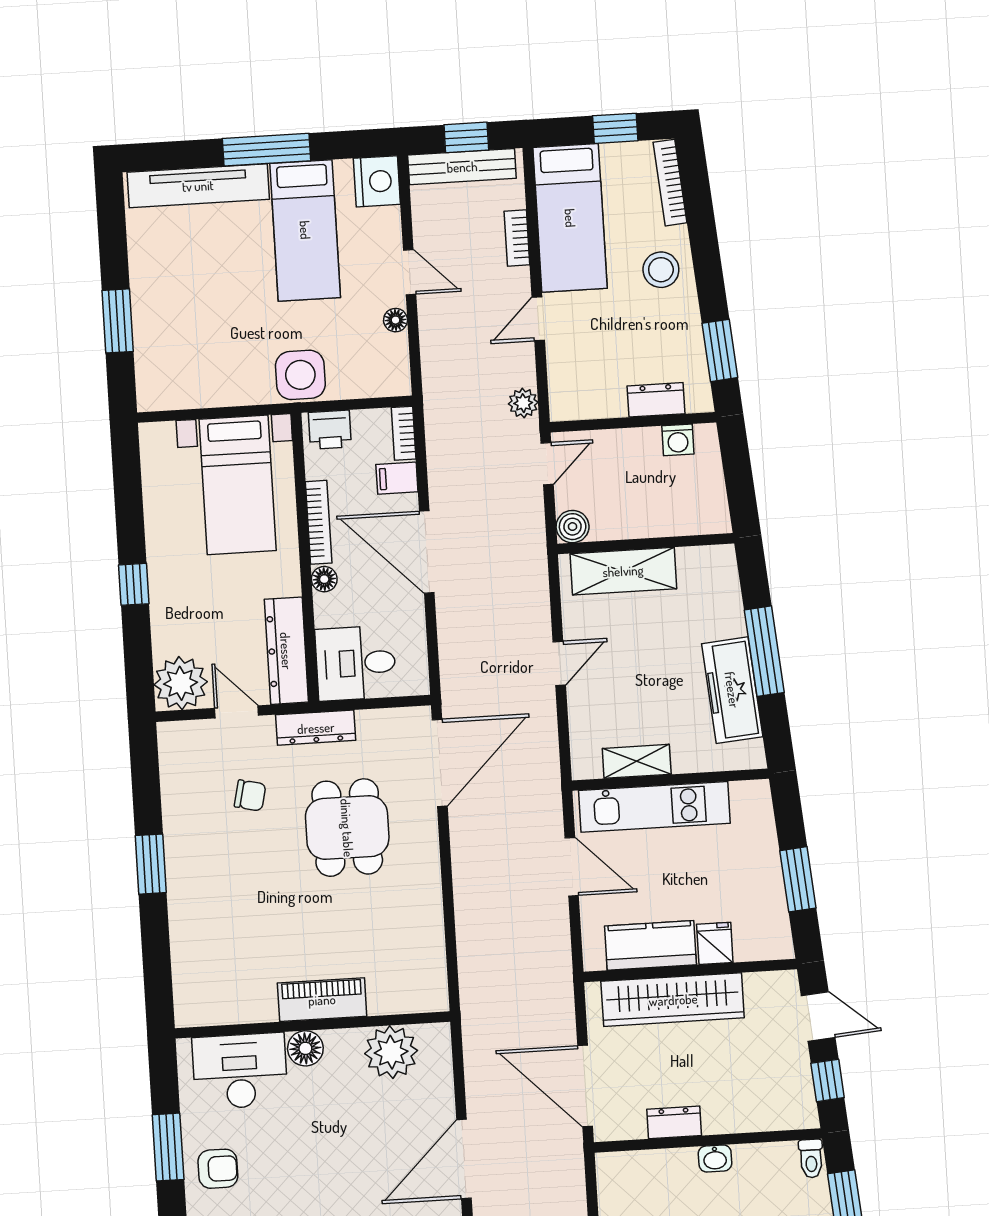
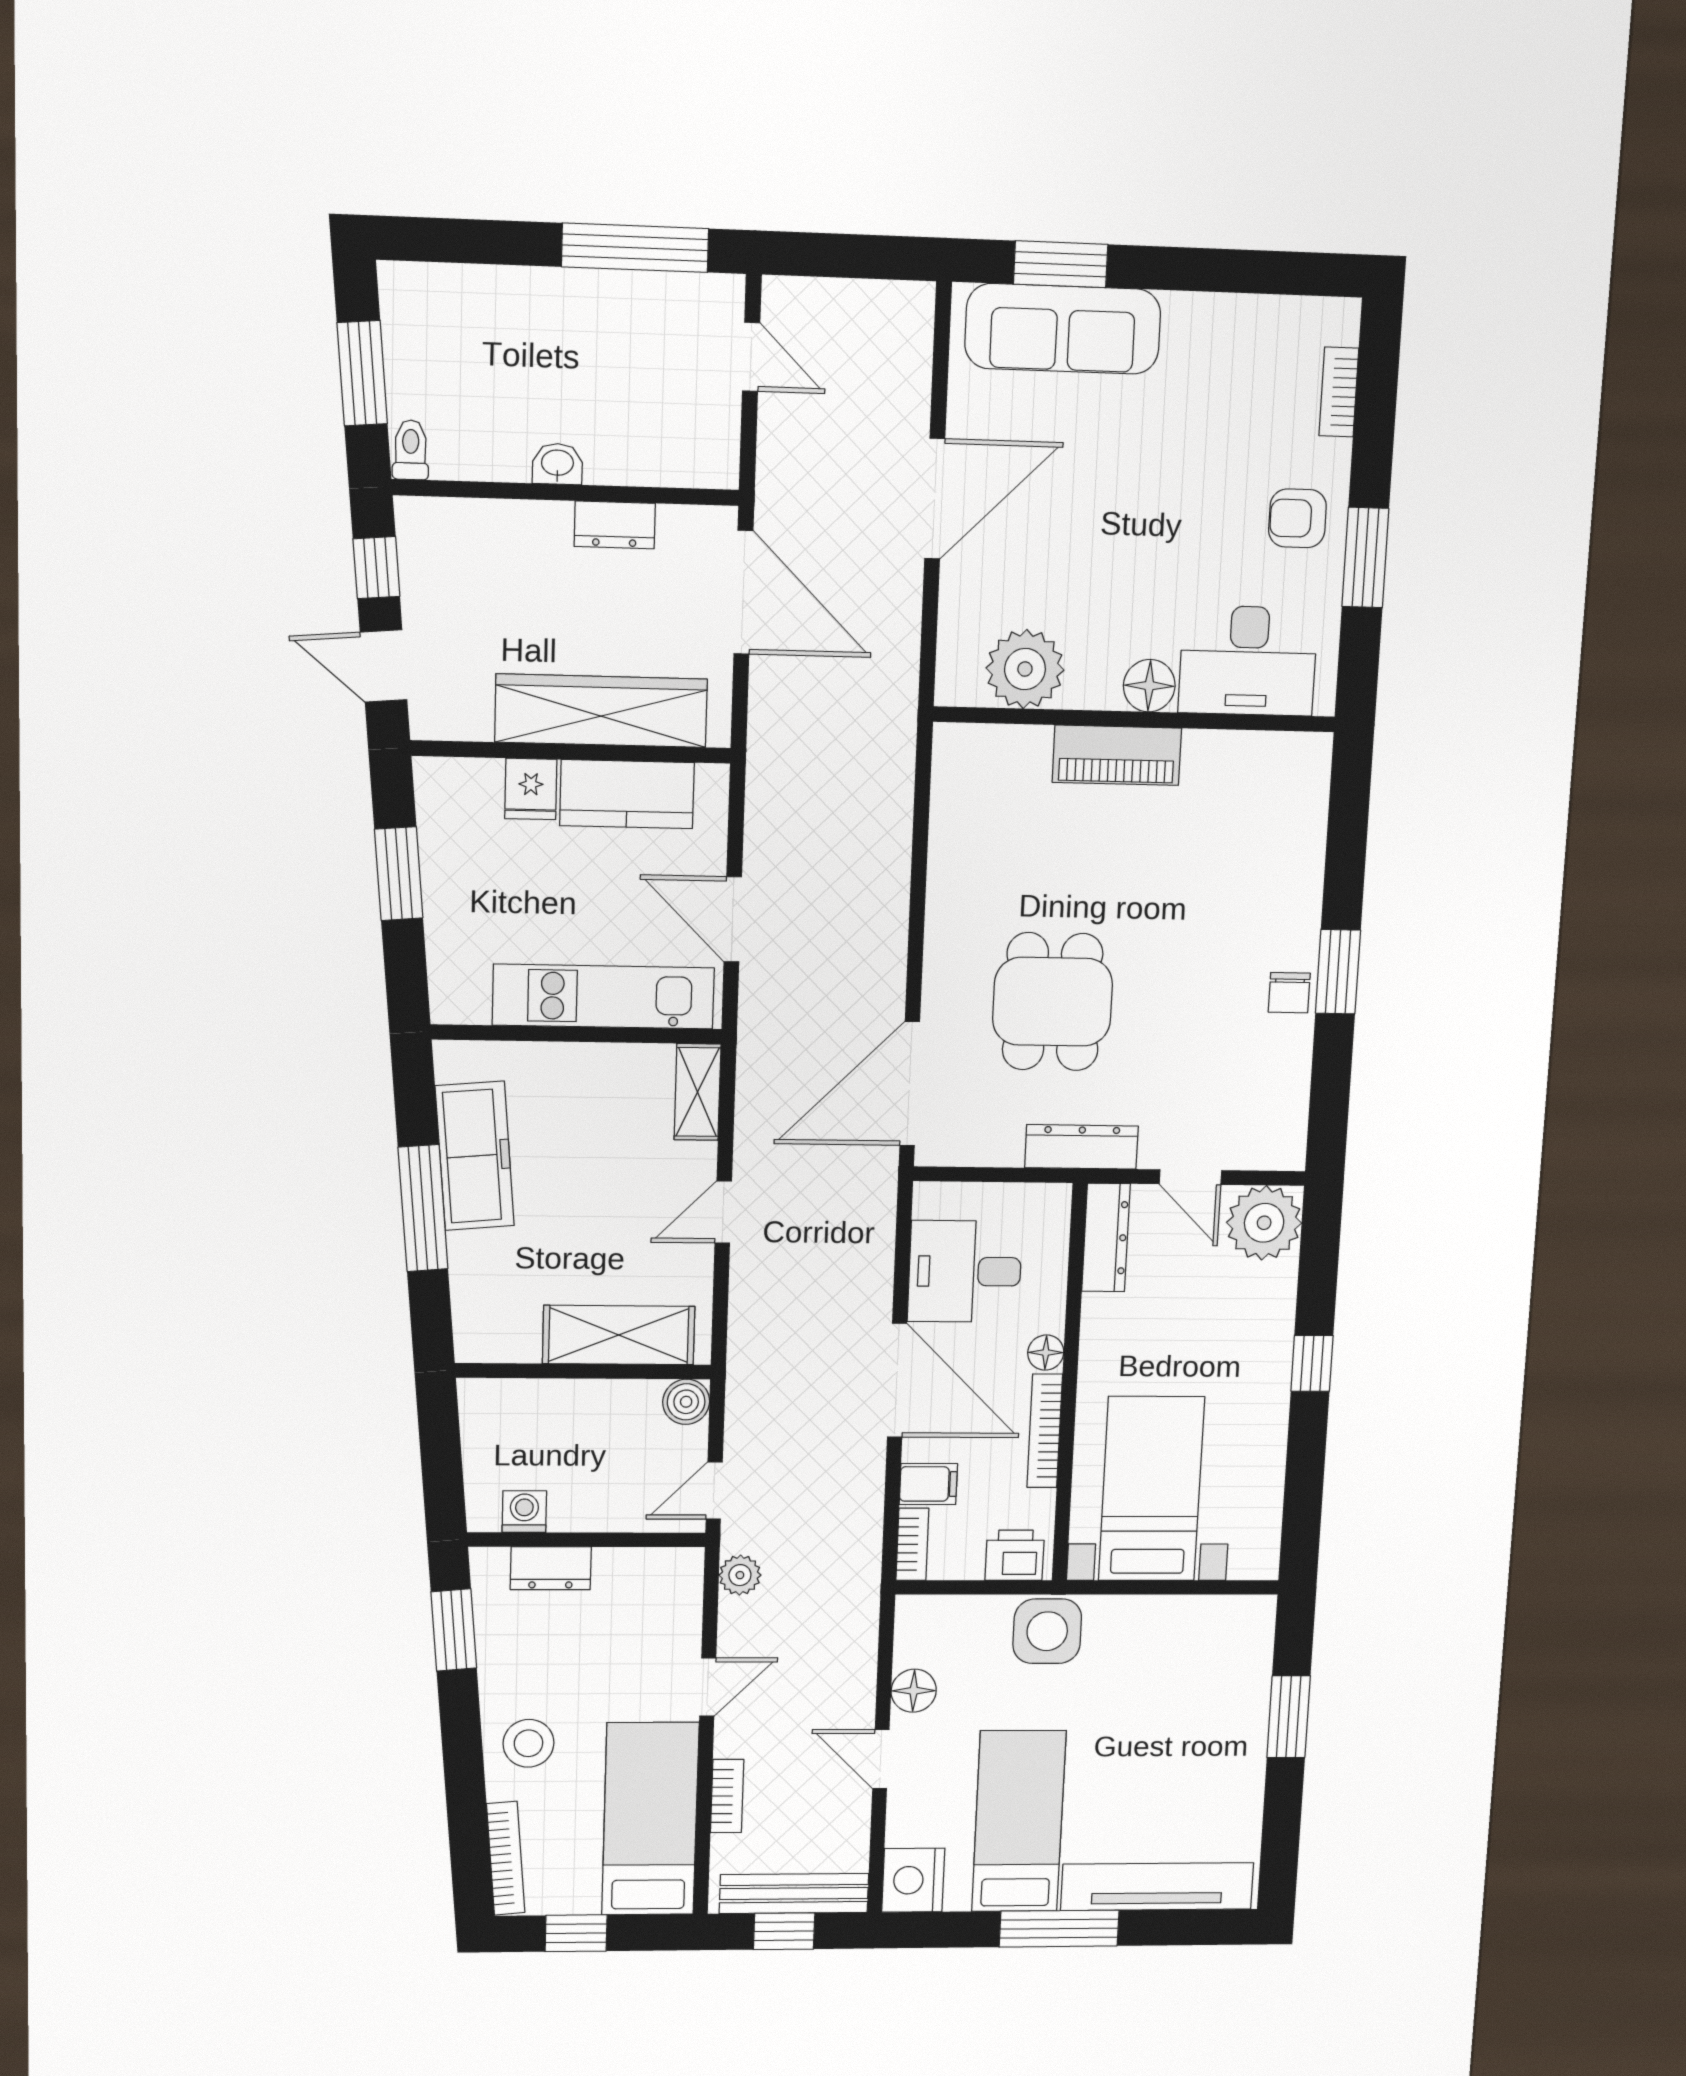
floor lamp: (396, 320) -> (914, 1691), width x1.37, depth x1.37
dresser: (286, 651) -> (1106, 1238), width x0.73, depth x0.80
desk: (356, 663) -> (965, 1271), moved, turned 180
shelving: (637, 761) -> (697, 1092), moved, turned 90
chair: (250, 795) -> (1289, 993), moved, turned -103

